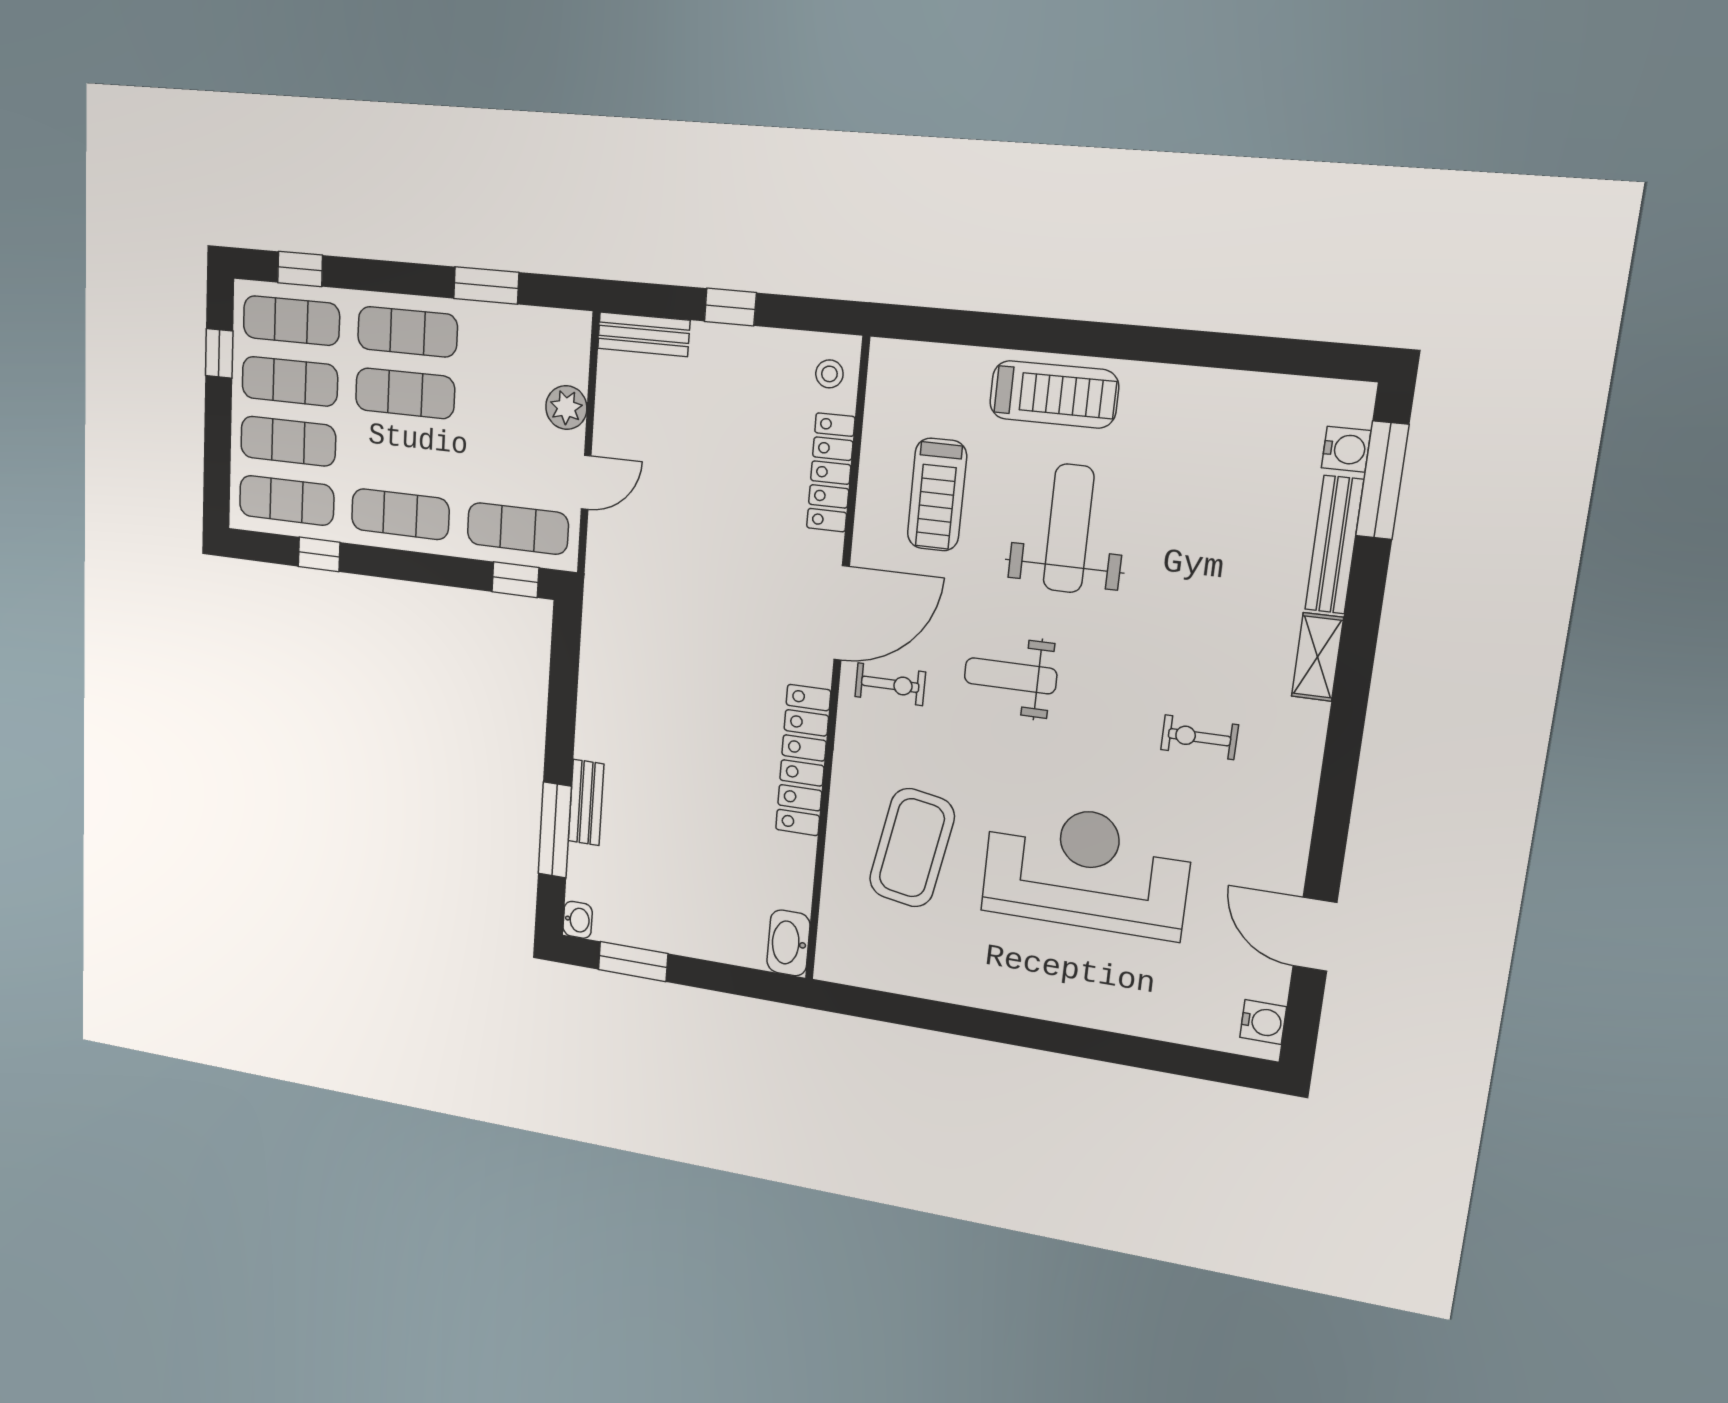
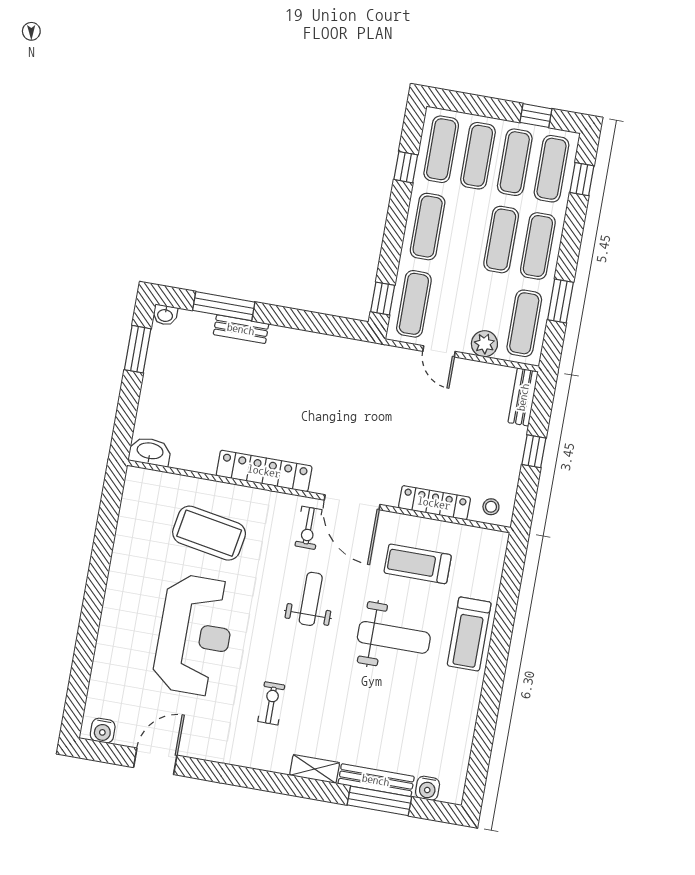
exercise mat: (527, 343) -> (524, 323), added
window: (1382, 480) -> (379, 801), moved

